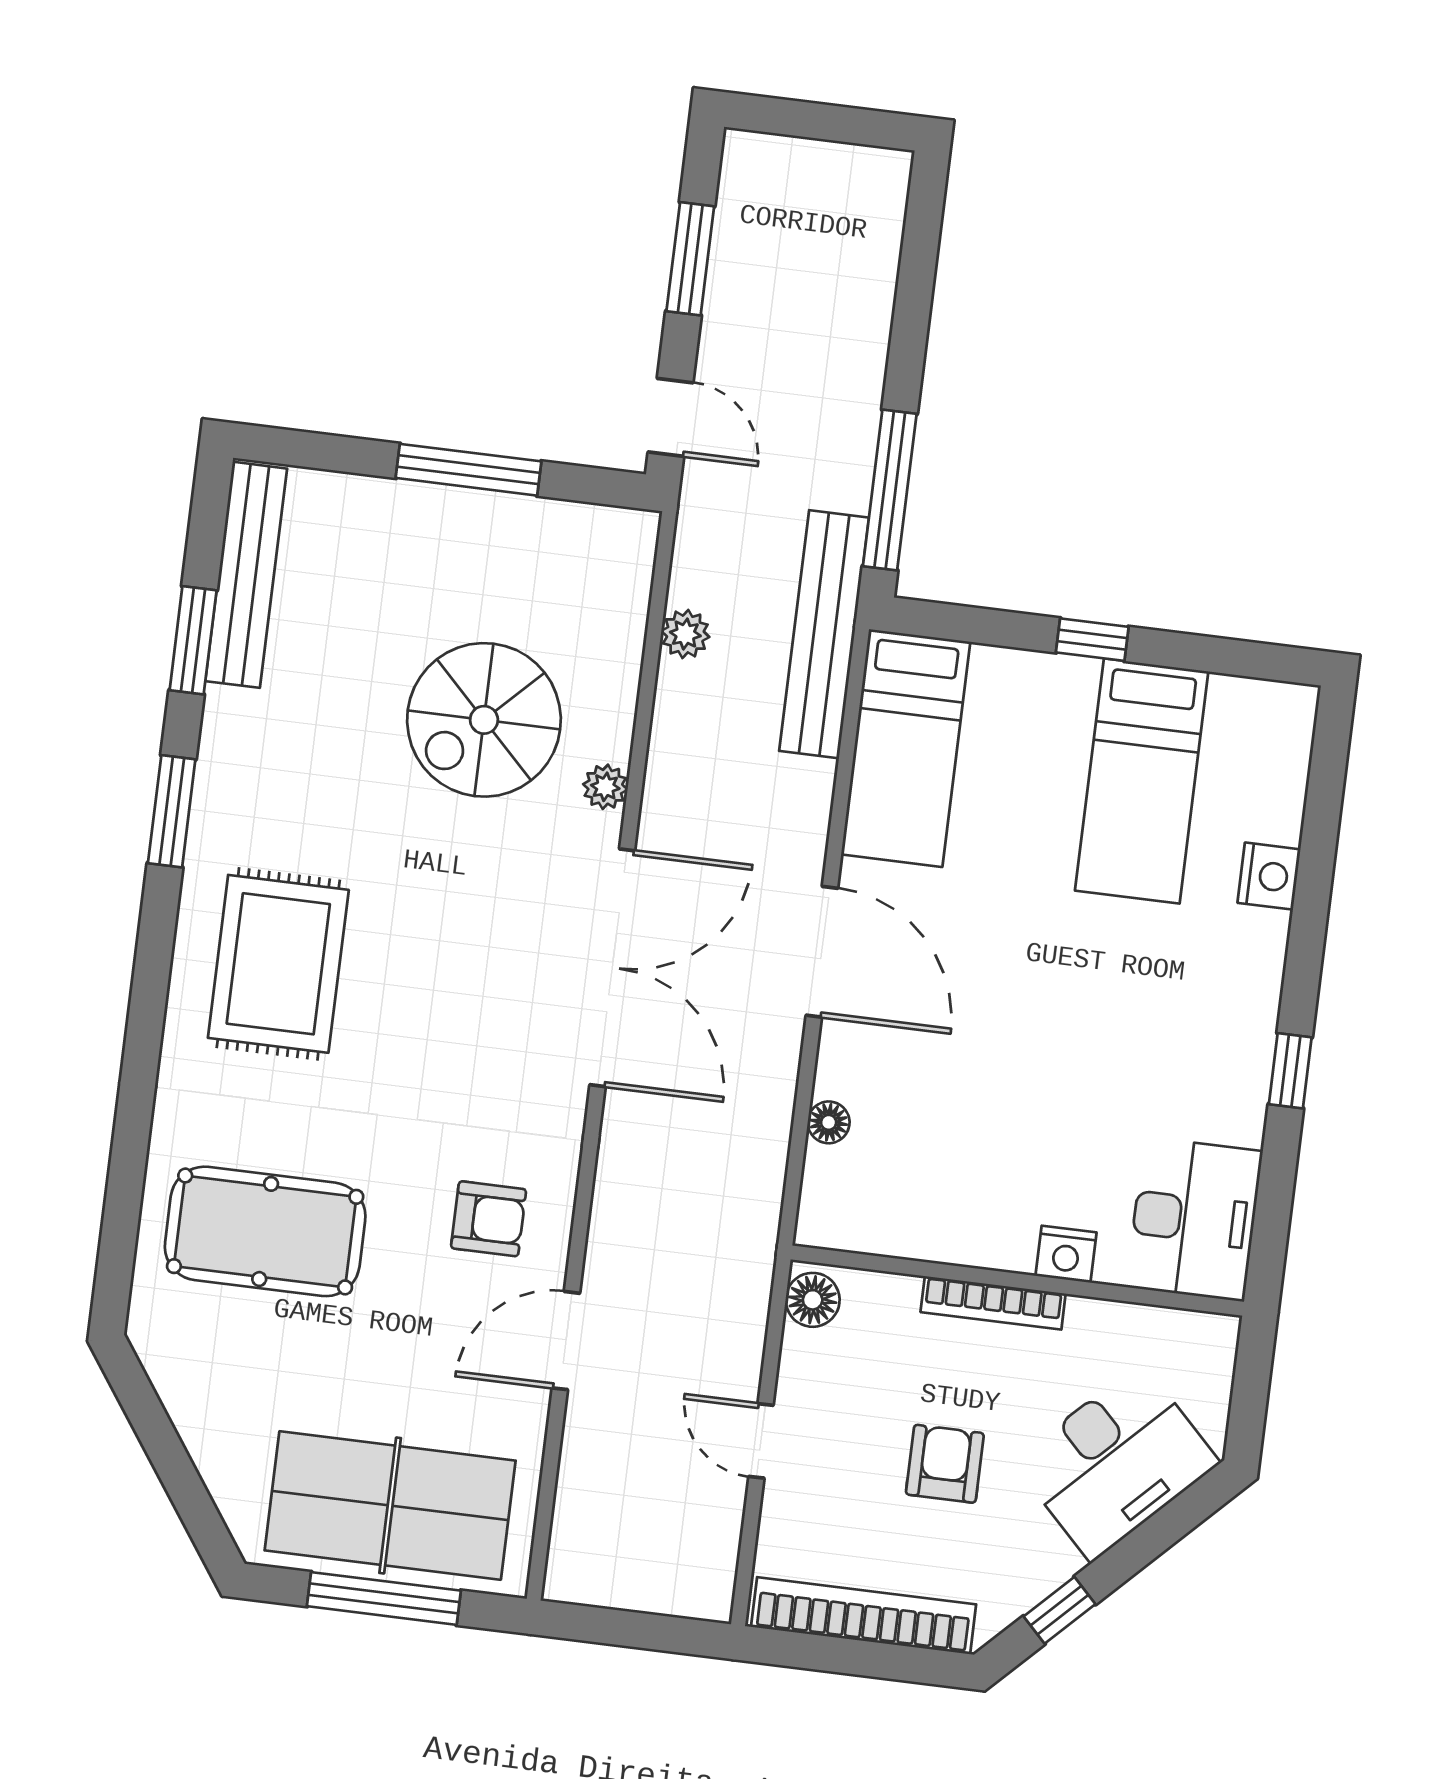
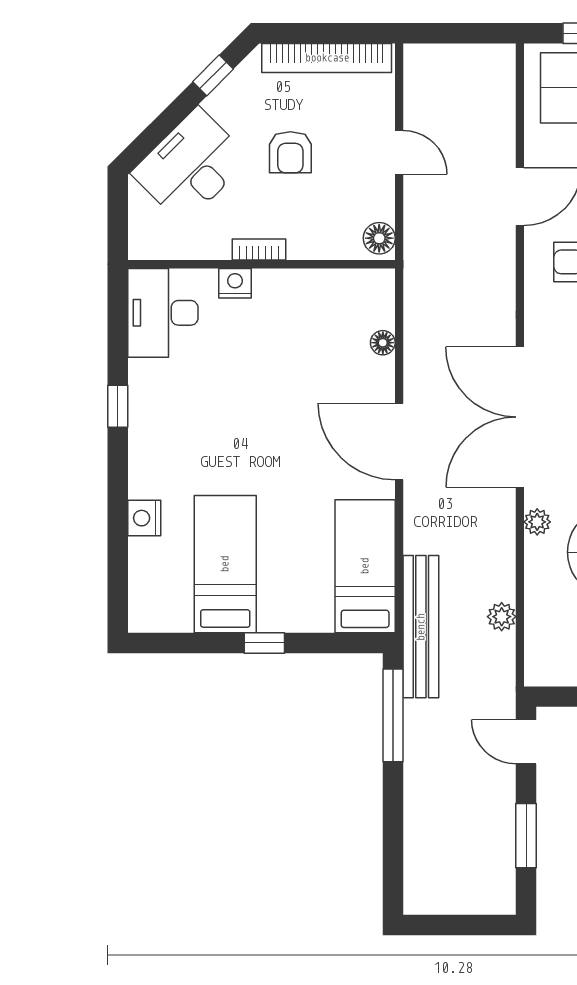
bookcase: (993, 1303) -> (259, 250), width x0.64

